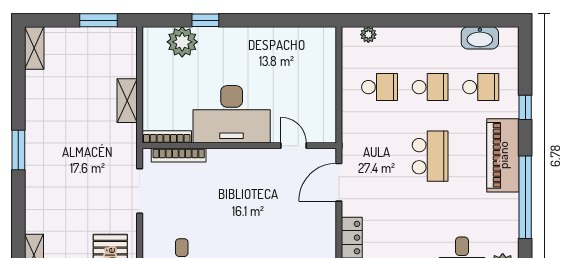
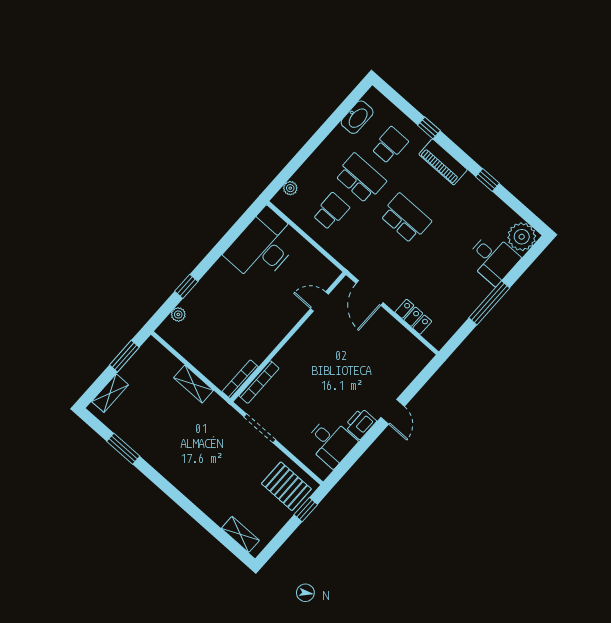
plant: (182, 42) -> (178, 314), width x0.53, depth x0.53
shelving: (34, 48) -> (110, 393), moved, turned 90
school desk: (430, 87) -> (360, 178), width x1.85
desk: (232, 114) -> (263, 246), moved, turned 180
window: (18, 150) -> (123, 449), moved
piano: (503, 155) -> (443, 162), width x0.73, depth x0.75
window: (525, 197) -> (487, 180), width x0.32

